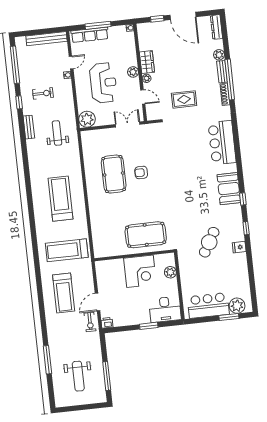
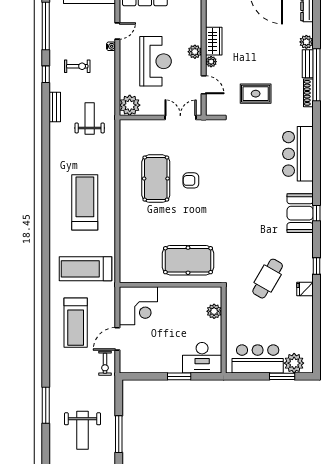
window: (243, 199) -> (316, 213), moved
corner desk: (140, 271) -> (138, 306), moved
printer: (107, 323) -> (126, 367), removed

